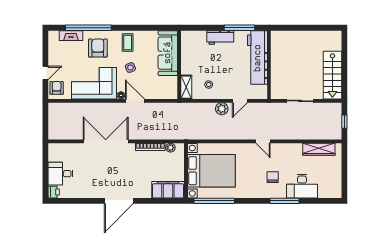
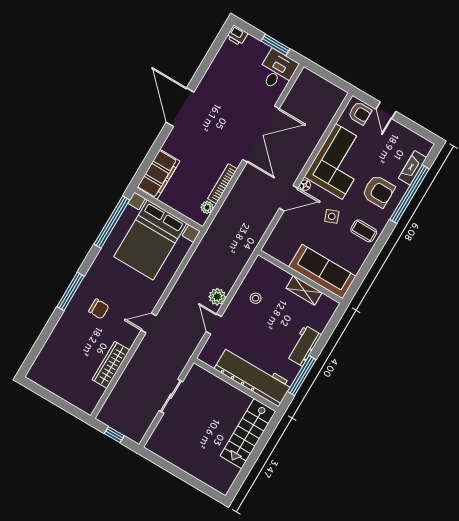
stairs: (332, 75) -> (248, 434), moved, turned -90
shelving: (186, 87) -> (304, 290), moved
wardrobe: (319, 149) -> (111, 365), moved
window: (45, 165) -> (276, 45), added
desk: (60, 174) -> (277, 70), moved
desk: (302, 186) -> (67, 338), removed
window: (285, 201) -> (71, 291), moved

